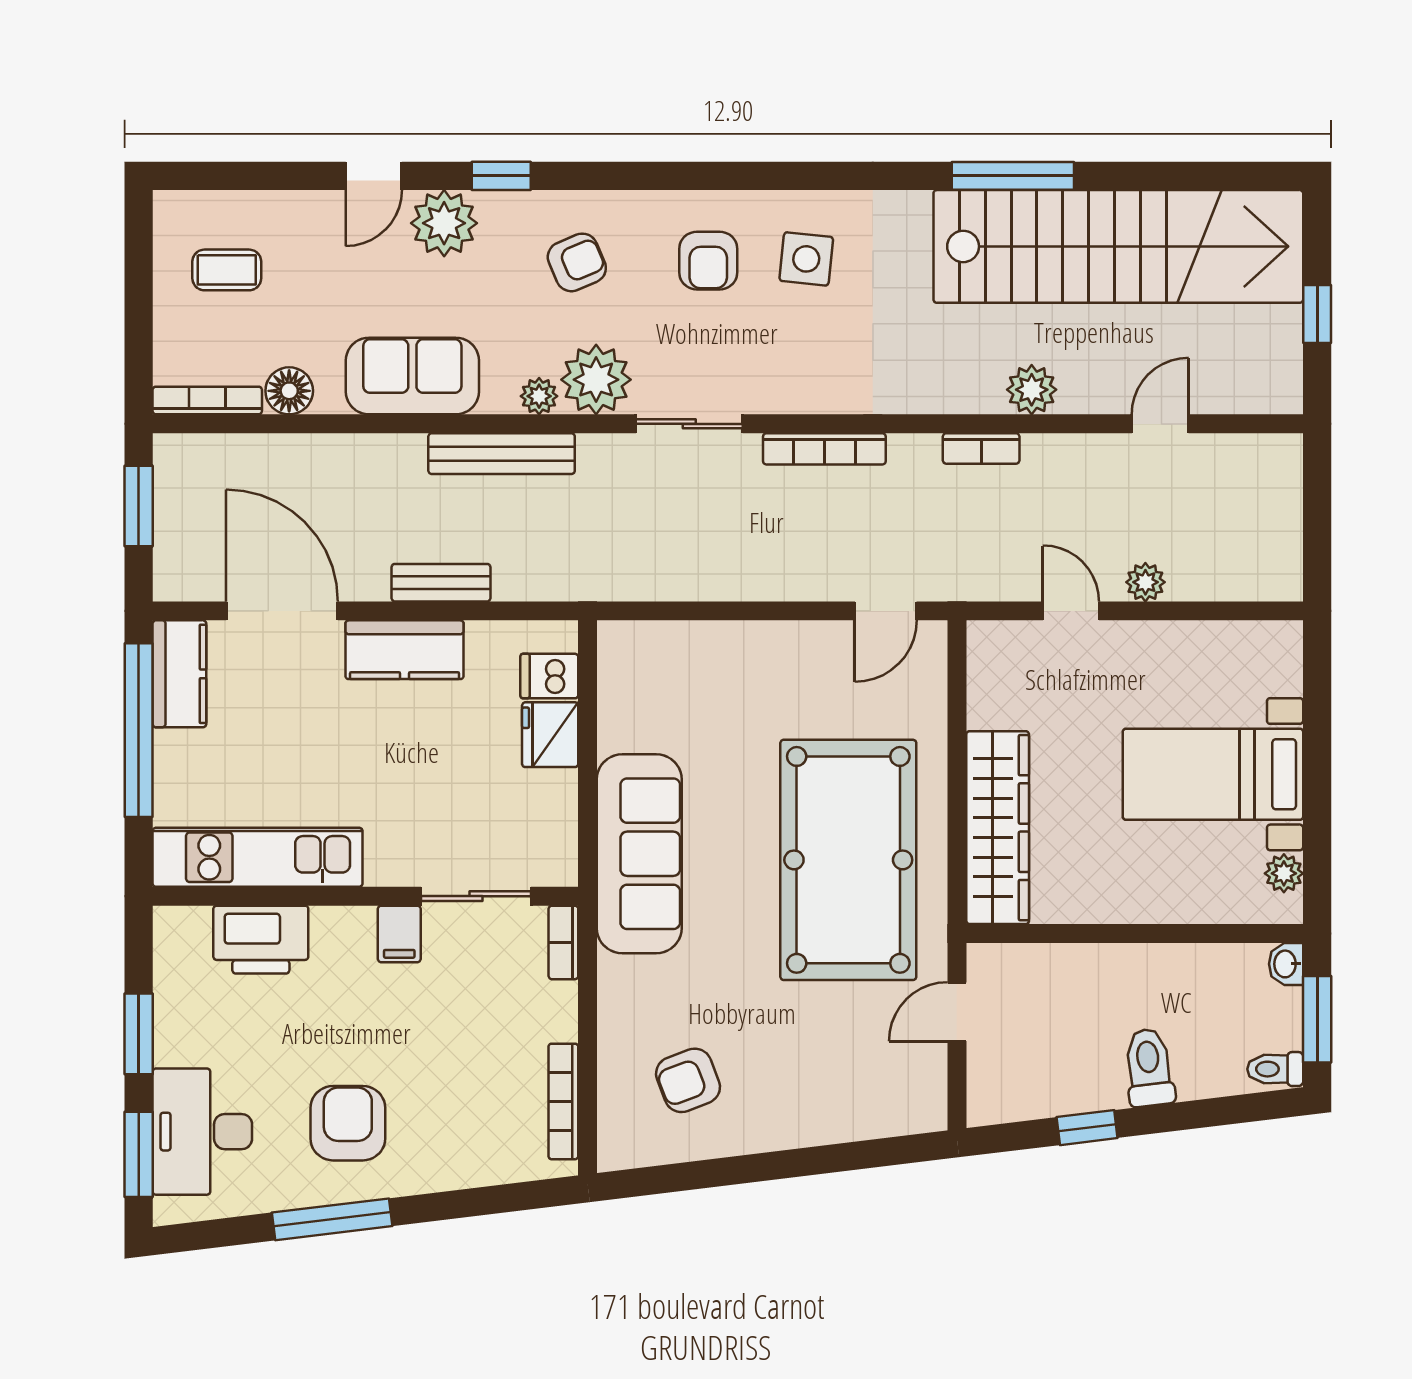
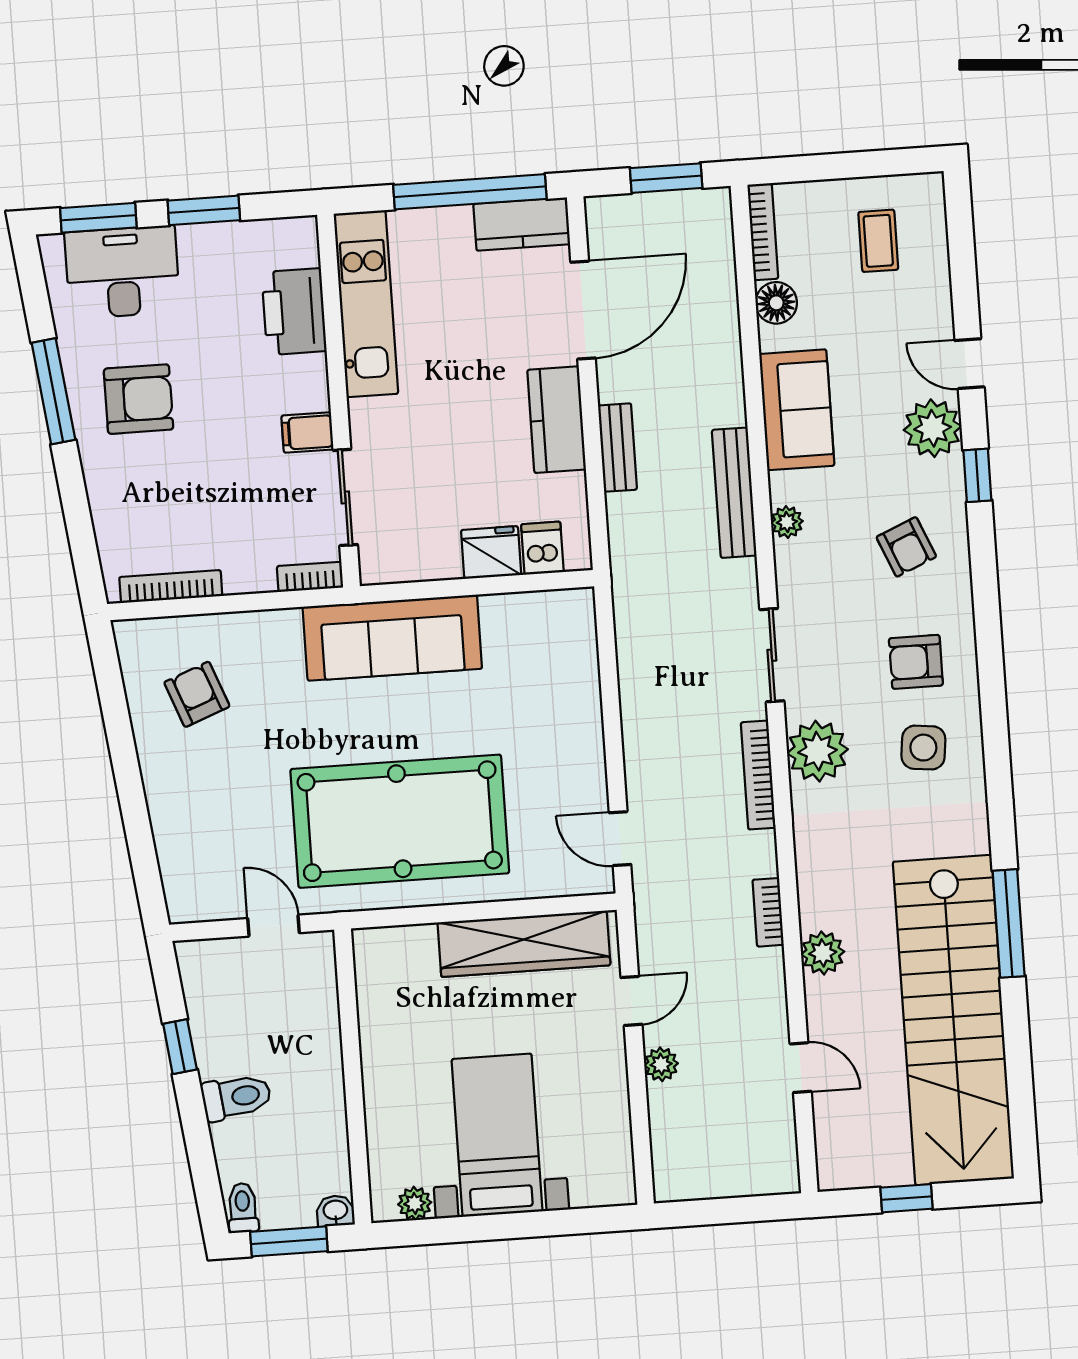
plant: (596, 380) -> (818, 751), moved
wardrobe: (998, 828) -> (524, 944), moved

